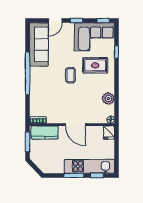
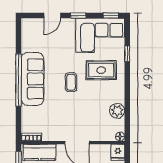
sofa: (39, 44) -> (32, 79), moved

